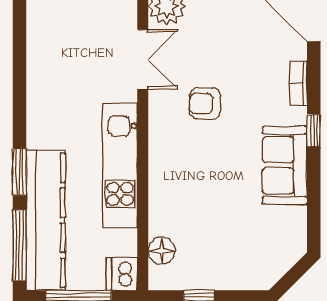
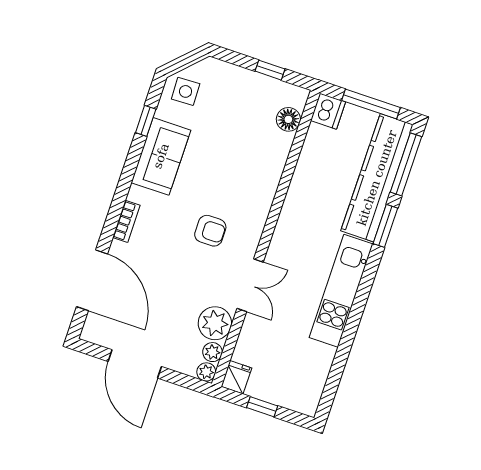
double door: (143, 59) -> (250, 285), swing flipped
window: (314, 131) -> (146, 121), moved
kitchen unit: (120, 165) -> (341, 291), moved, turned 180
side table: (282, 244) -> (186, 91), added

